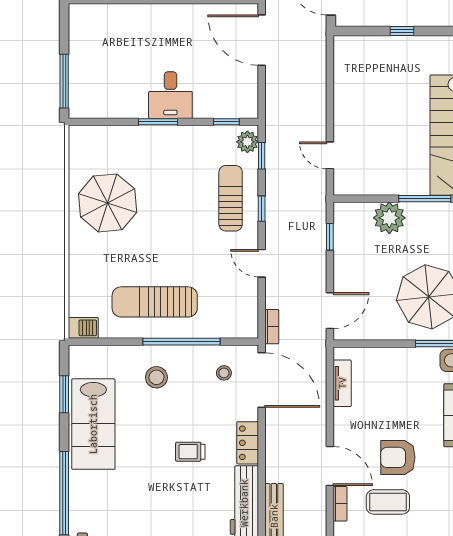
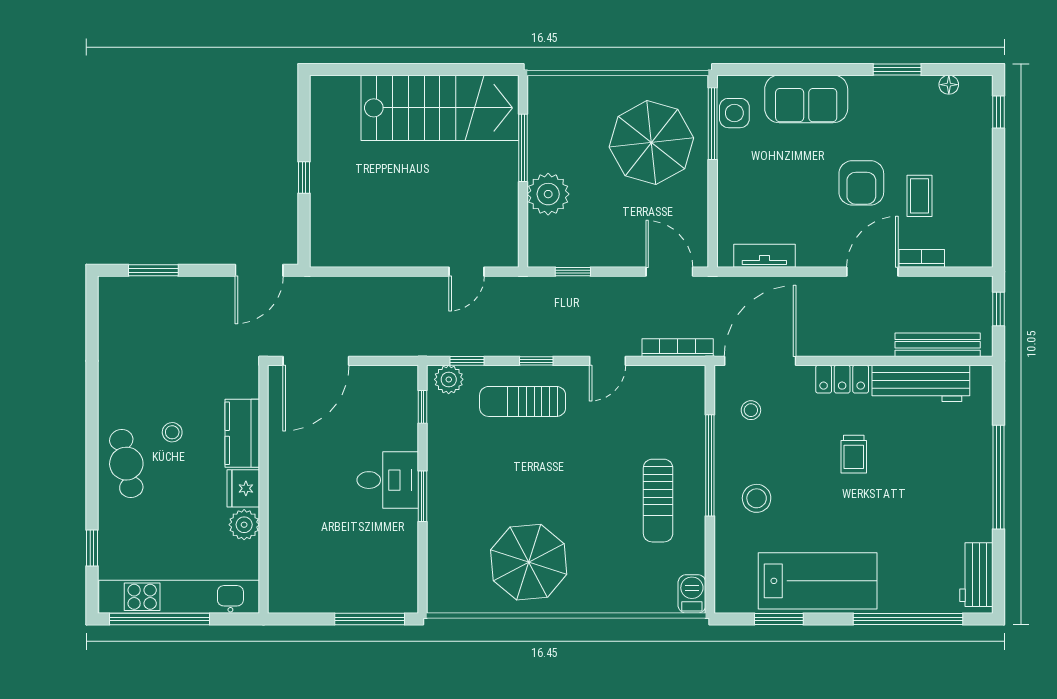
sun lounger: (155, 302) -> (658, 501), width x0.73, depth x0.75
bookcase: (272, 327) -> (678, 348), width x1.56
coffee table: (388, 502) -> (919, 196), width x0.73, depth x0.77

